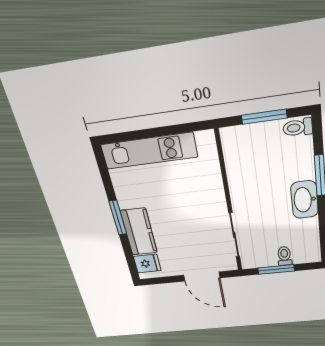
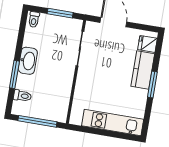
window: (264, 117) -> (37, 121), width x1.44
toilet: (298, 127) -> (22, 96), moved
toilet: (284, 256) -> (34, 19), moved

